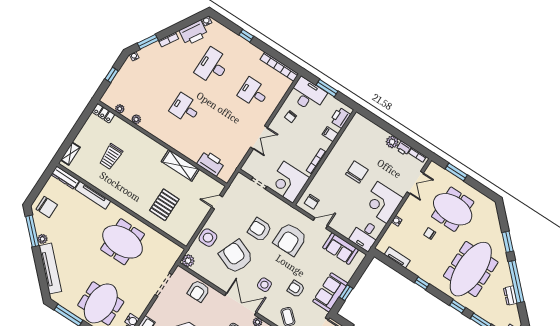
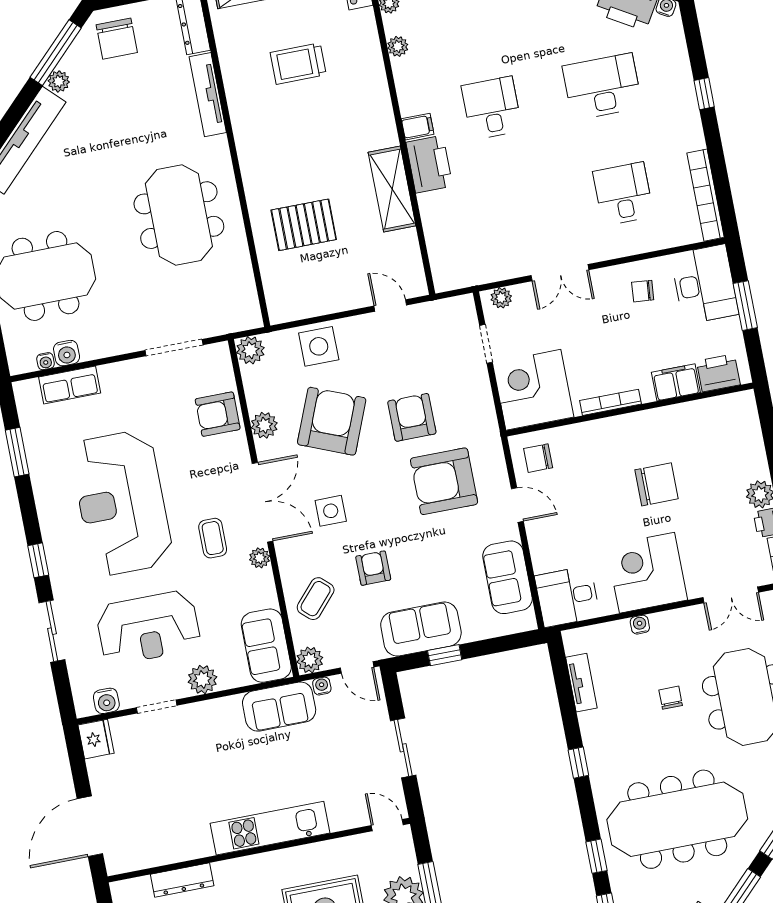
filing cabinet: (330, 134) -> (676, 382), width x2.00
filing cabinet: (168, 138) -> (418, 127), added
printer: (211, 163) -> (429, 164), moved
plant: (249, 164) -> (501, 298), added
plant: (216, 280) -> (264, 425), added

